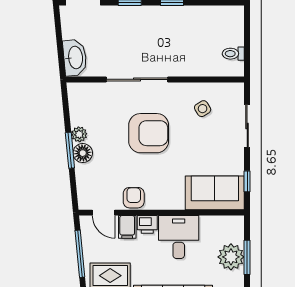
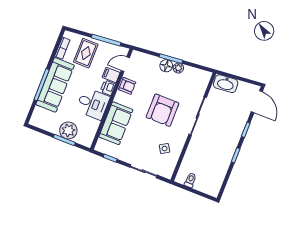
sofa: (215, 193) -> (116, 123), moved

